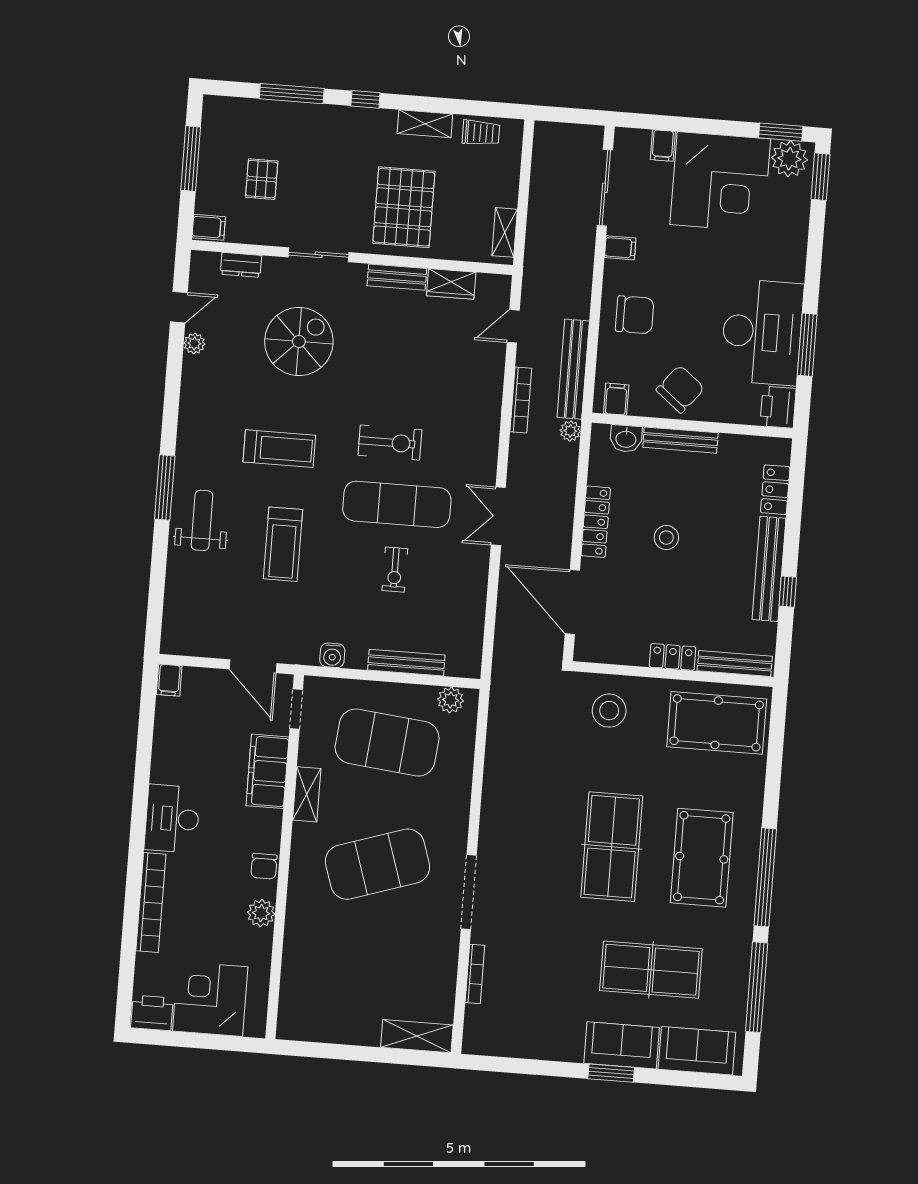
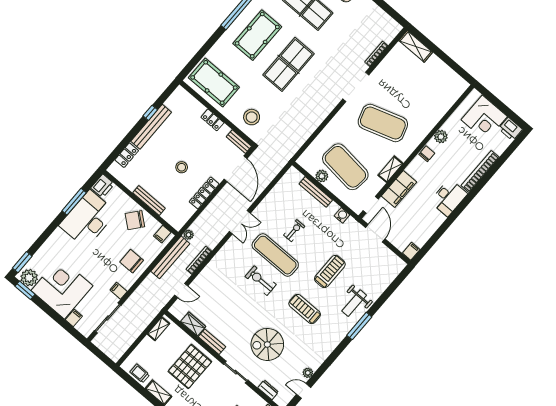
washbasin: (626, 439) -> (169, 216), removed
bench: (735, 663) -> (239, 142), moved, width x0.73
plant: (451, 700) -> (322, 176), moved

